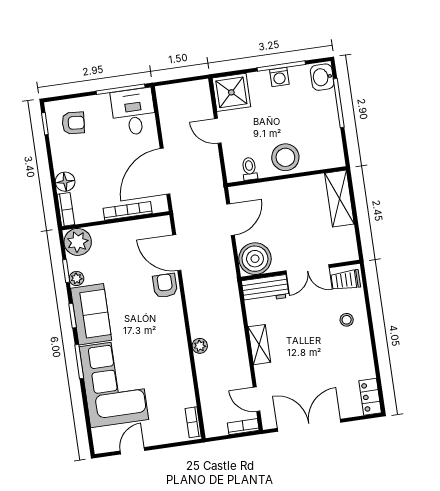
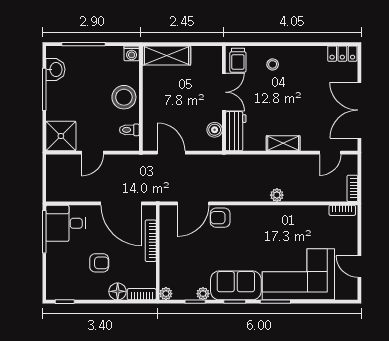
washing machine: (279, 77) -> (132, 53), moved, turned 90
washbasin: (322, 77) -> (55, 69), moved, turned -90
armchair: (73, 123) -> (99, 263), moved, turned 85
plant: (78, 242) -> (166, 294), width x0.53, depth x0.53
boiler: (255, 259) -> (215, 130), width x0.54, depth x0.54
bookcase: (243, 427) -> (352, 188), moved

